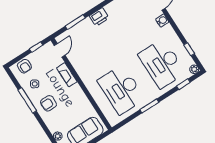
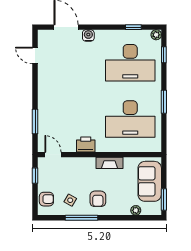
printer: (99, 17) -> (86, 144), moved, turned -90
fireplace: (67, 75) -> (109, 163), moved

